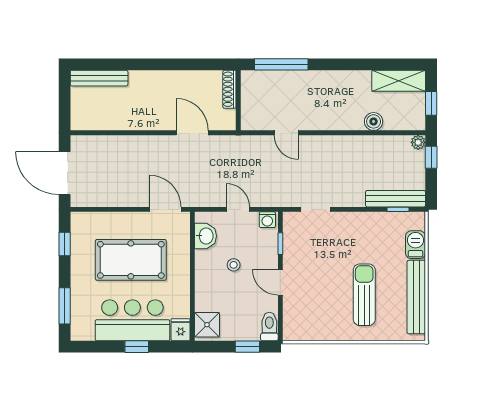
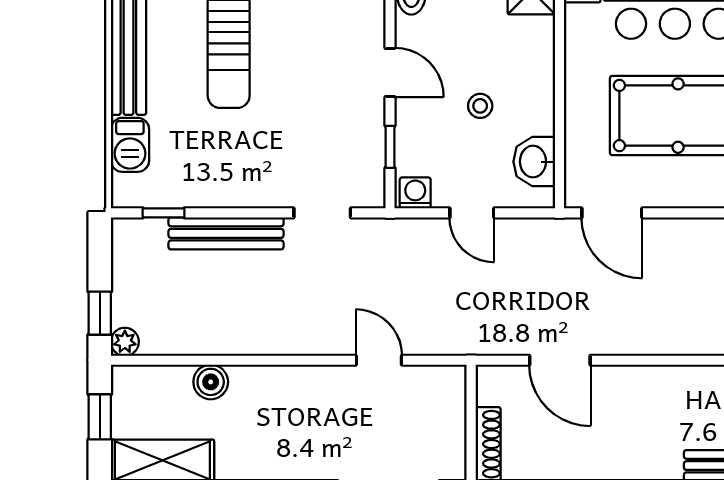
bench: (396, 199) -> (226, 233), moved

